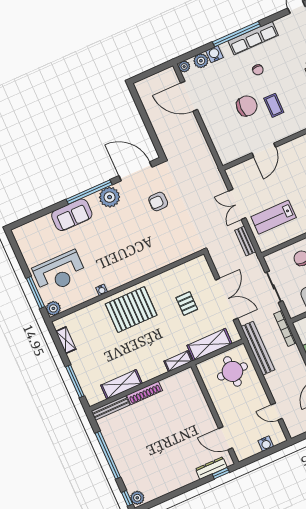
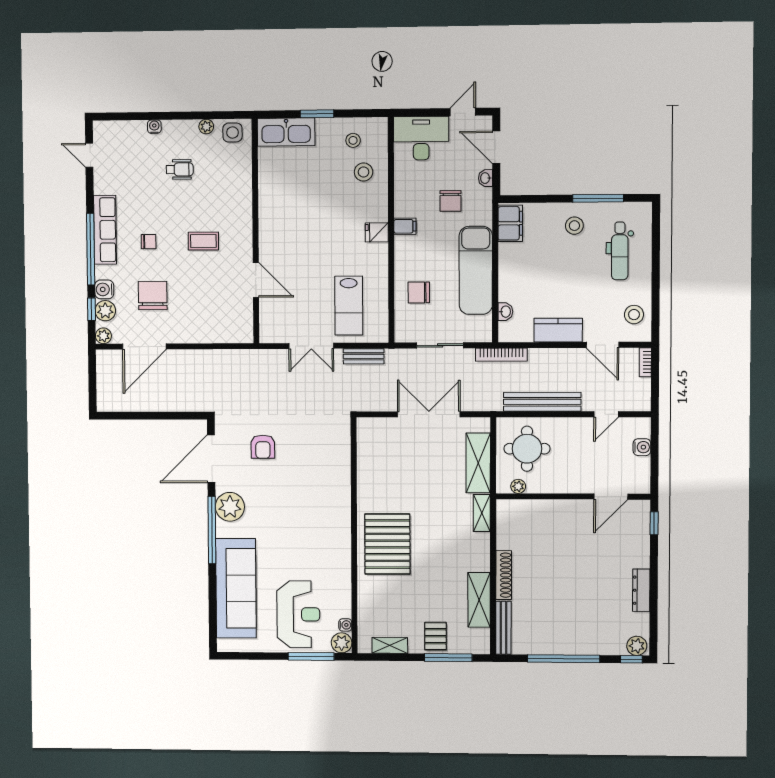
window: (198, 51) -> (91, 309), added
chair: (247, 106) -> (153, 295), moved
sofa: (72, 215) -> (236, 588), width x1.85, depth x1.27
water cooler: (102, 290) -> (345, 625), moved
pallet: (187, 304) -> (435, 636), moved, turned 90
bench: (258, 348) -> (542, 402), moved
plant: (206, 377) -> (518, 486), added
dresser: (211, 468) -> (641, 590), moved

